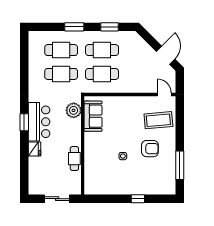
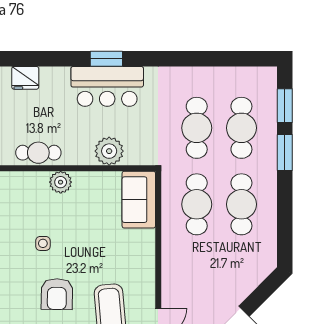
window: (110, 27) -> (285, 106), moved
plant: (74, 110) -> (109, 151), moved
sofa: (93, 116) -> (139, 200), moved, turned 90
plant: (90, 147) -> (61, 182), added
fridge: (34, 149) -> (25, 78), moved

